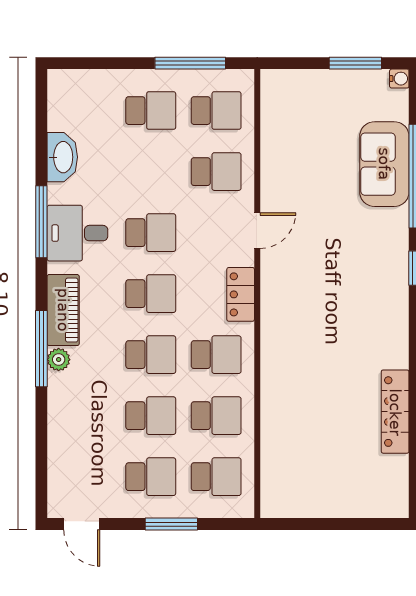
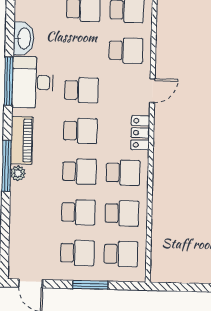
desk: (77, 233) -> (33, 82), width x1.37

